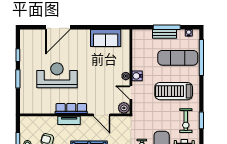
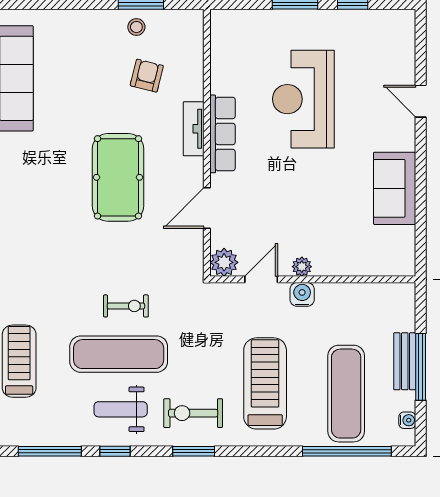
door: (58, 27) -> (421, 101), width x0.53
sofa: (106, 38) -> (395, 188), moved
reception desk: (57, 75) -> (303, 99), turned 180

